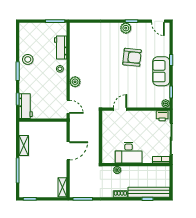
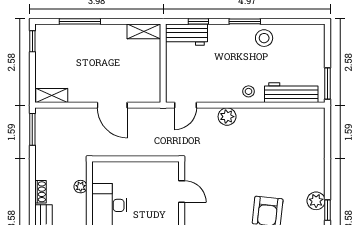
workbench: (61, 47) -> (291, 93), width x1.37
shelving: (24, 146) -> (144, 31), moved

